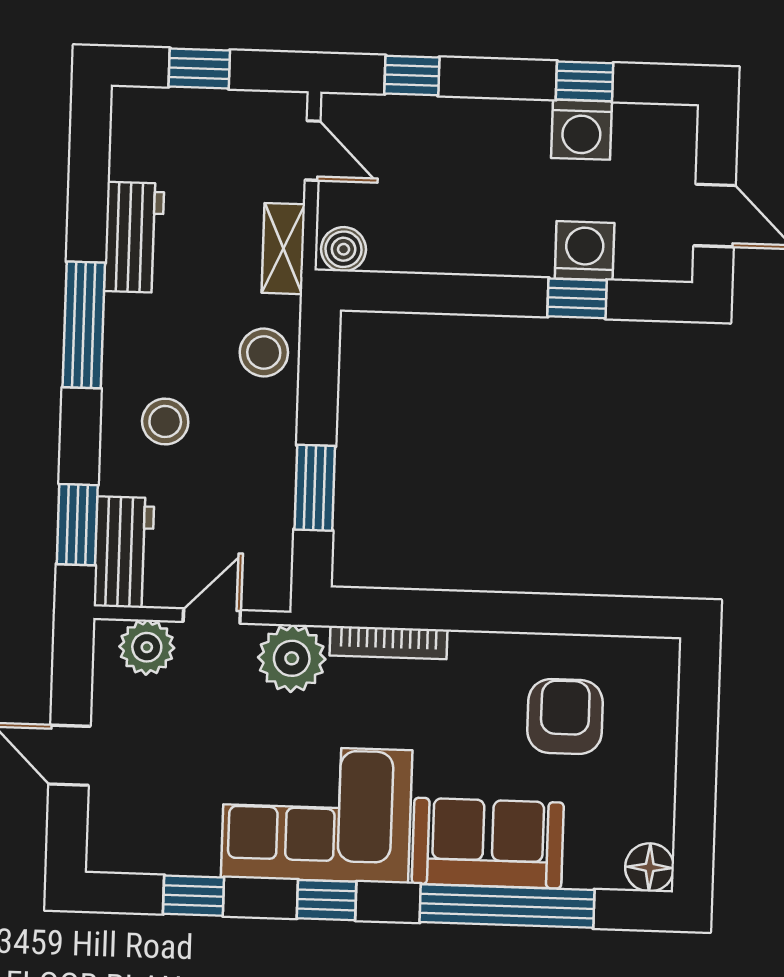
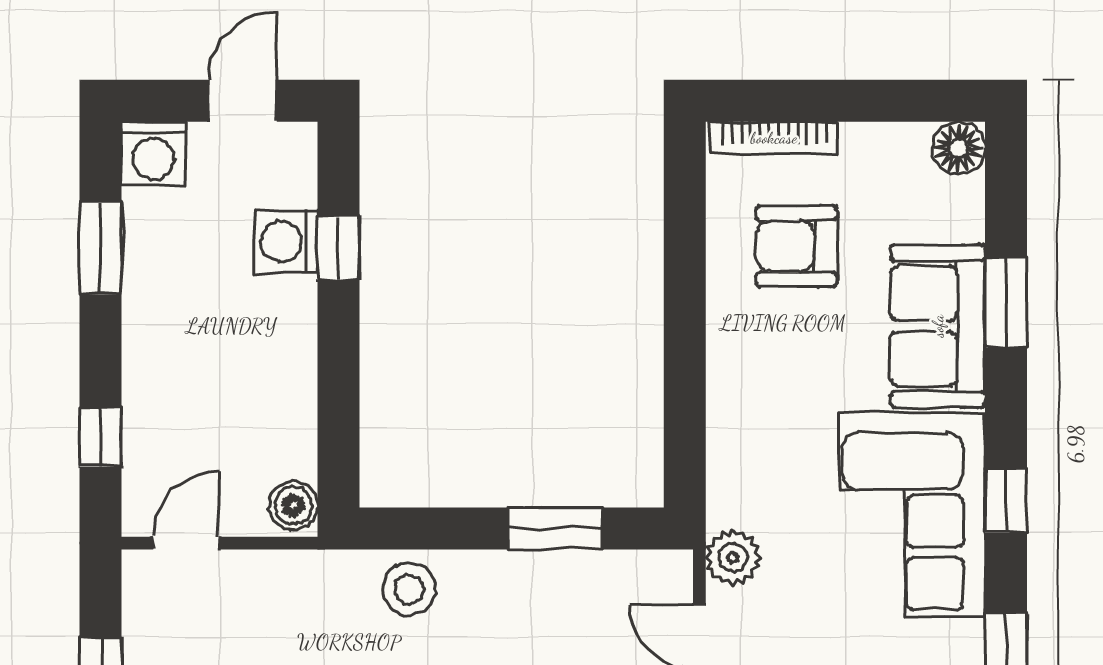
window: (584, 81) -> (101, 248), width x1.50
washing machine: (582, 130) -> (154, 154), moved, turned 90
shelving: (283, 249) -> (295, 572), removed
bookcase: (388, 643) -> (774, 138), moved, turned 90
plant: (292, 658) -> (733, 557), width x0.73, depth x0.73
window: (507, 906) -> (1006, 303), width x0.47

